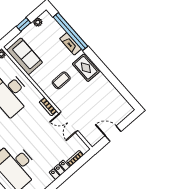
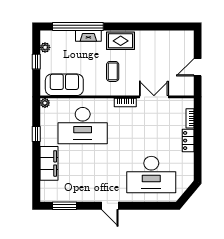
double door: (68, 122) -> (154, 97), swing flipped

